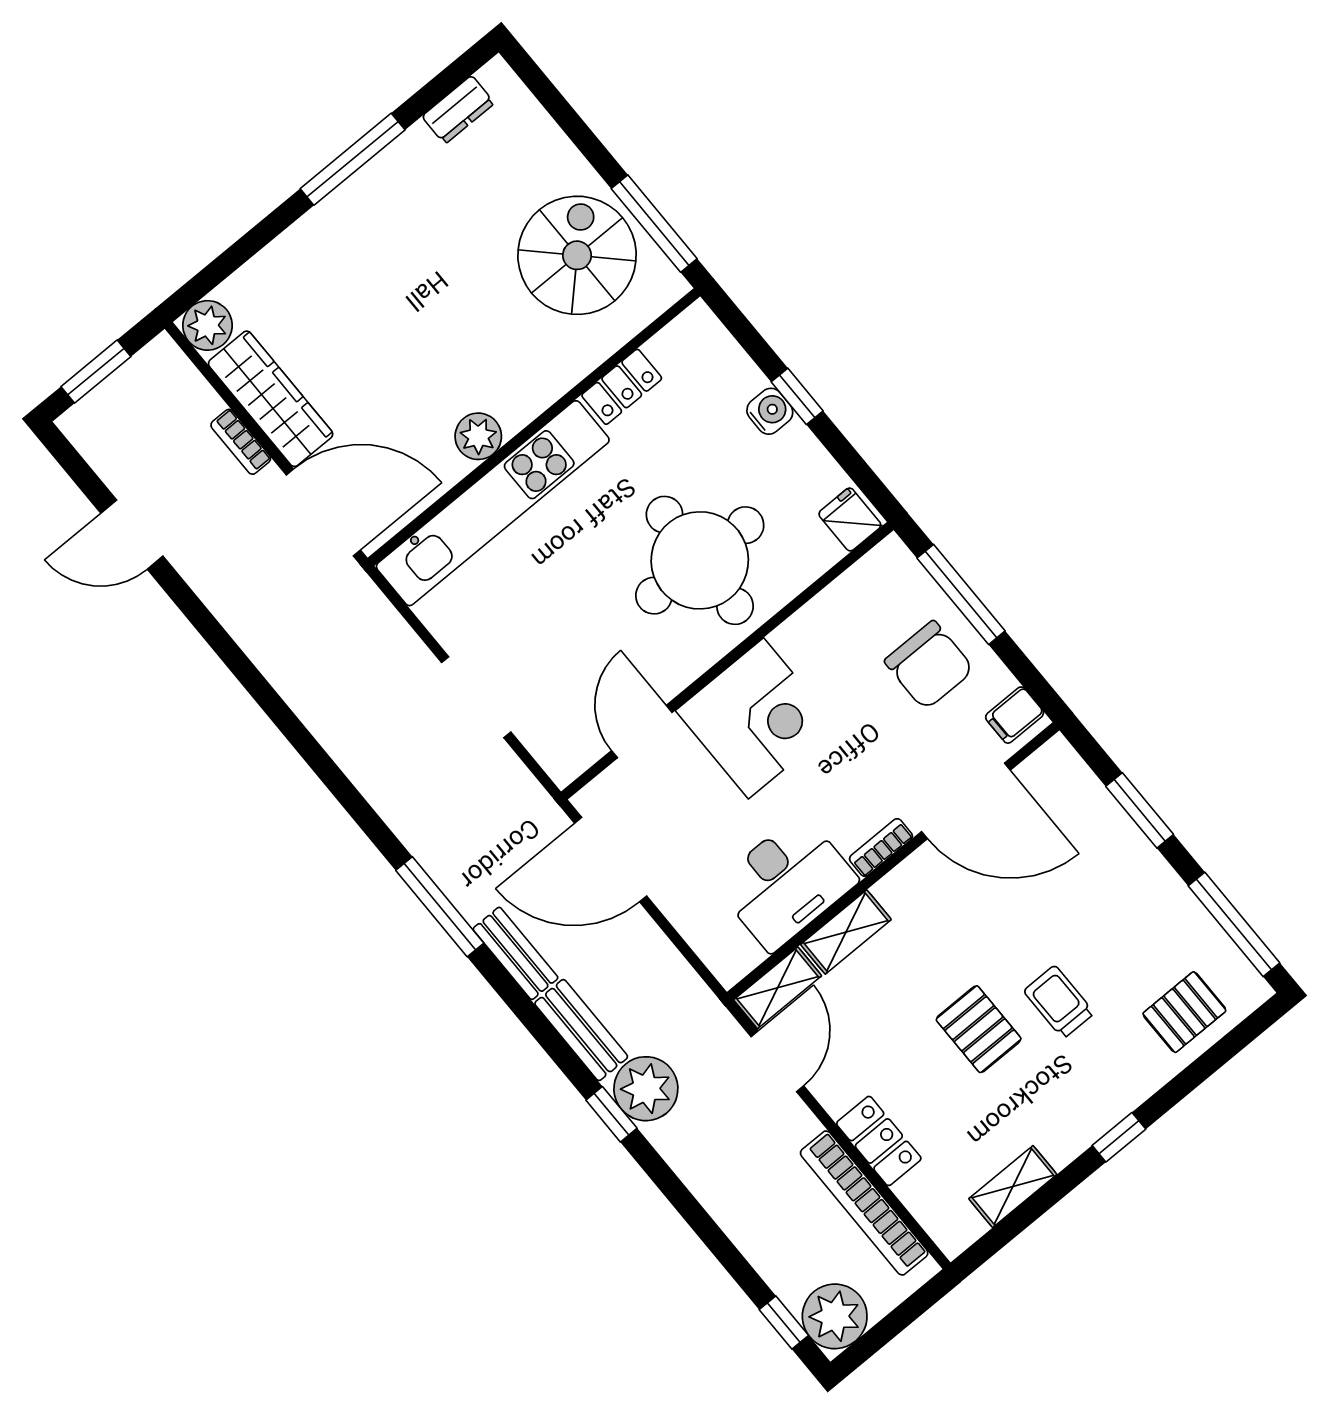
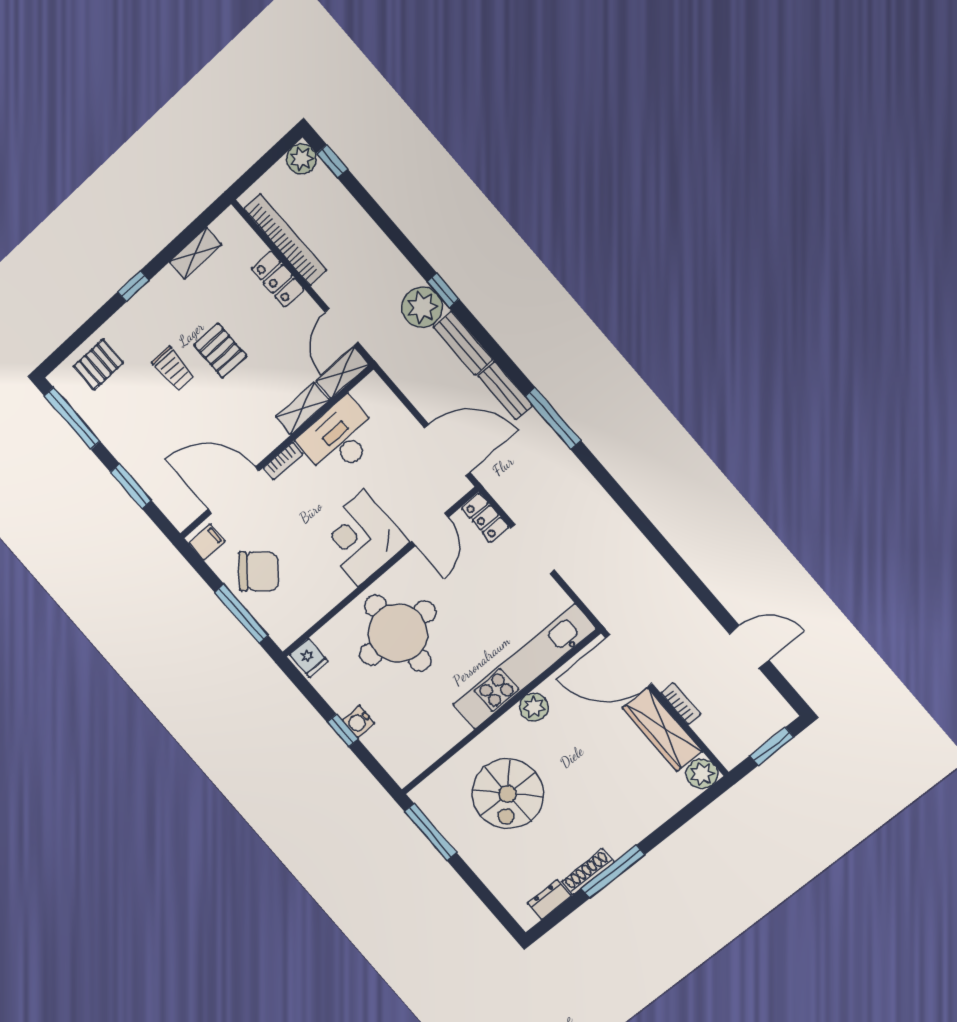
shoe rack: (394, 158) -> (588, 872), added
spiral stairs: (577, 255) -> (508, 794), moved
locker: (622, 387) -> (485, 518), moved, turned -90
chair: (929, 665) -> (259, 571), turned 130
plant: (835, 1316) -> (301, 159), width x0.73, depth x0.73

